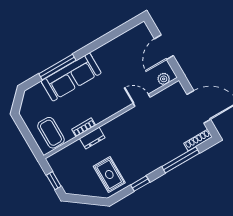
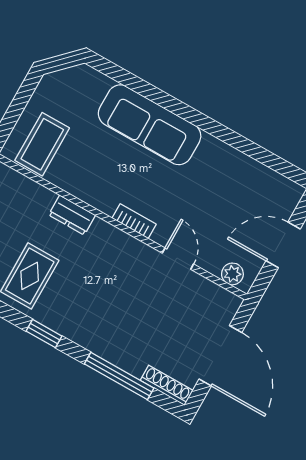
window: (57, 67) -> (153, 94), removed
bookcase: (84, 127) -> (134, 221), moved

